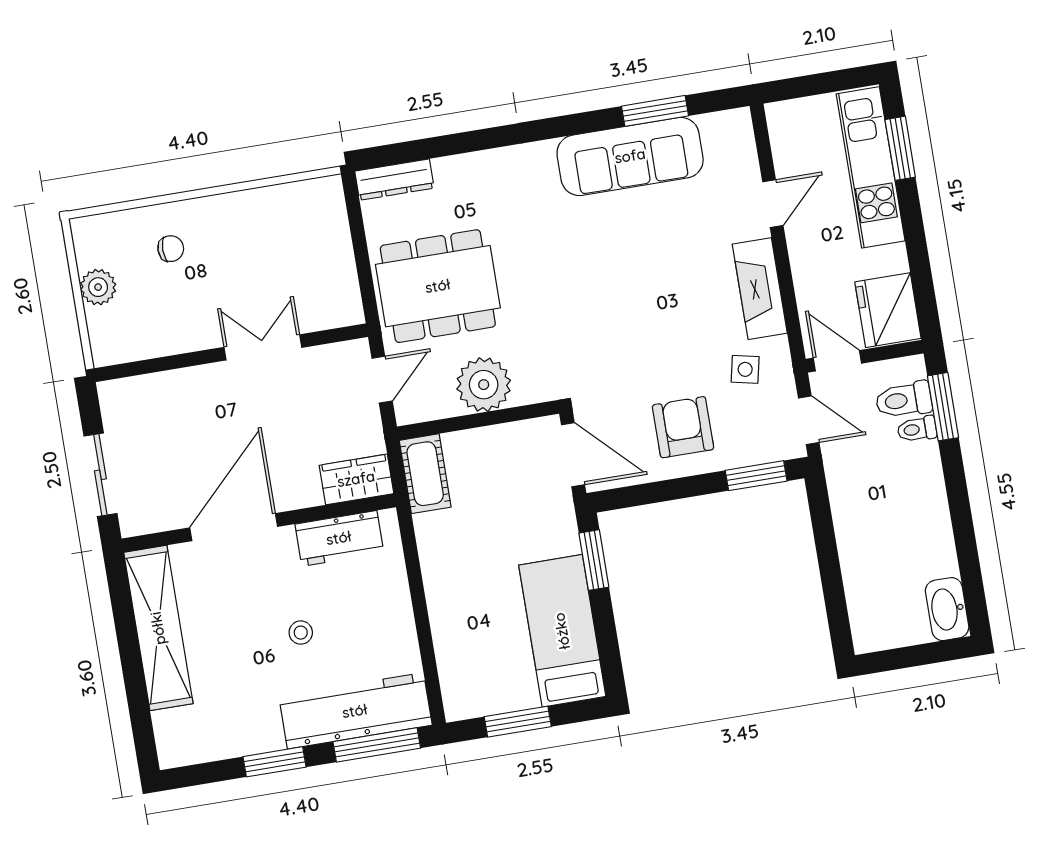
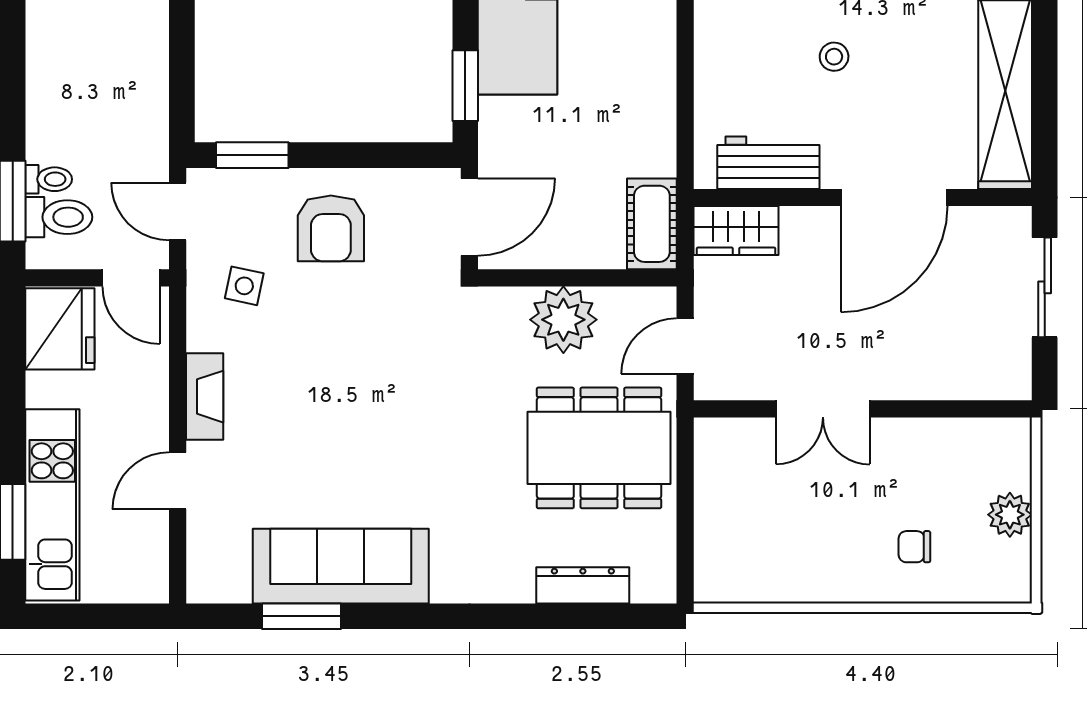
dresser: (394, 180) -> (583, 585), moved
fireplace: (760, 289) -> (205, 397), width x0.73, depth x0.76
door: (573, 455) -> (469, 217), swing flipped

